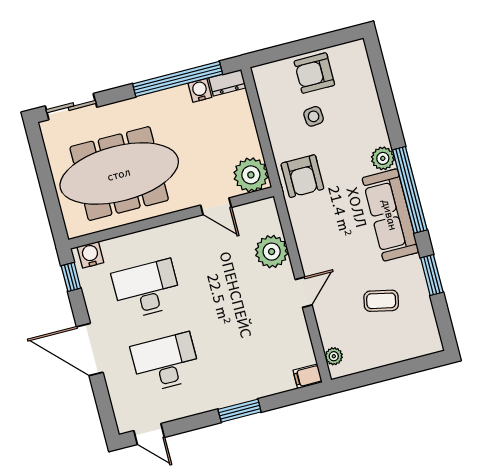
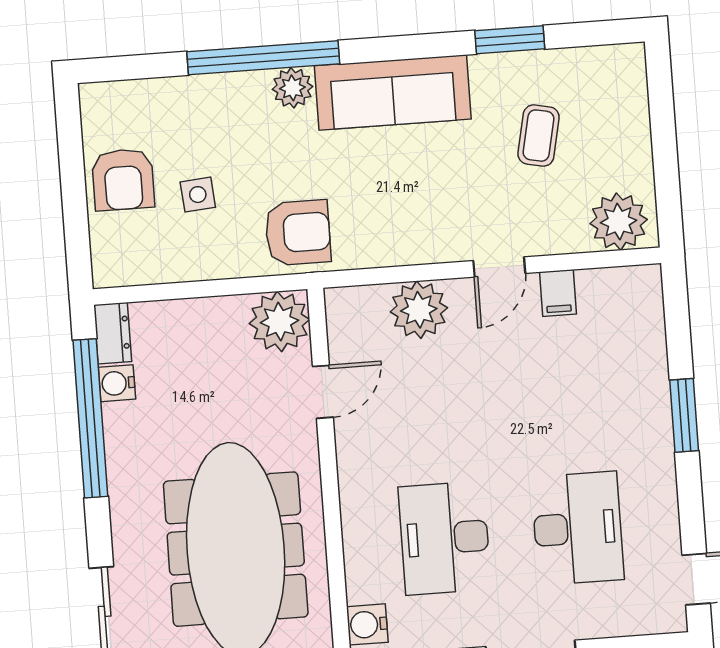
window: (410, 190) -> (263, 58), moved
door: (304, 292) -> (499, 267), swing flipped
plant: (334, 356) -> (619, 222), width x1.88, depth x1.88
desk: (166, 363) -> (578, 528), turned 180
filing cabinet: (308, 376) -> (558, 293), moved

